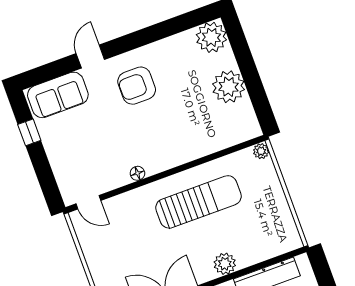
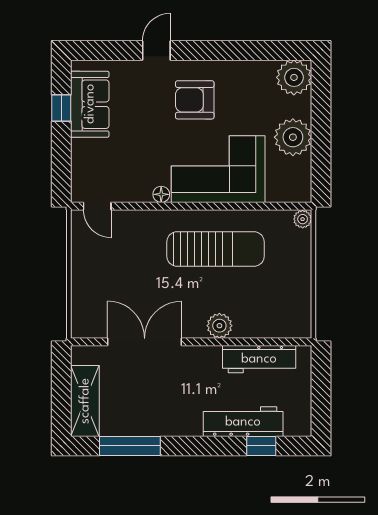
sofa: (58, 95) -> (90, 104), moved, turned -90
corner sofa: (177, 135) -> (218, 169), added

